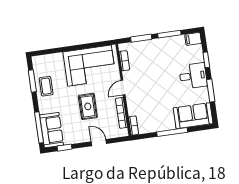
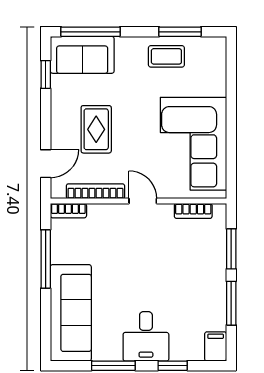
rug: (88, 106) -> (96, 129), moved, turned 90
sofa: (193, 116) -> (71, 313), width x1.36
window: (172, 132) -> (46, 259), moved
door: (99, 143) -> (46, 164), moved

